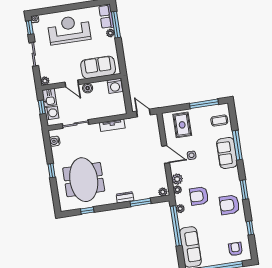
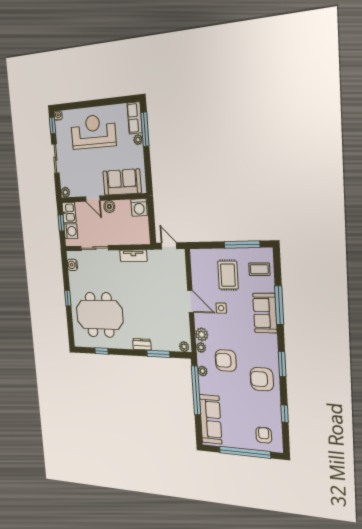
rug: (182, 125) -> (228, 275), moved
meeting table: (84, 180) -> (100, 315), turned 90

